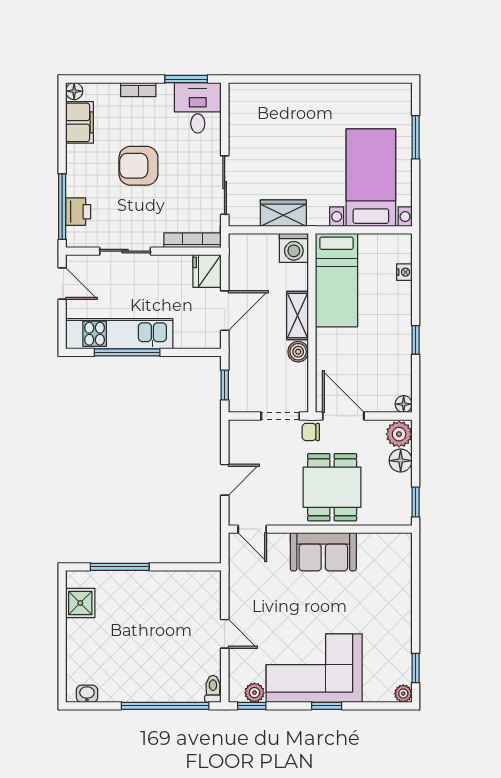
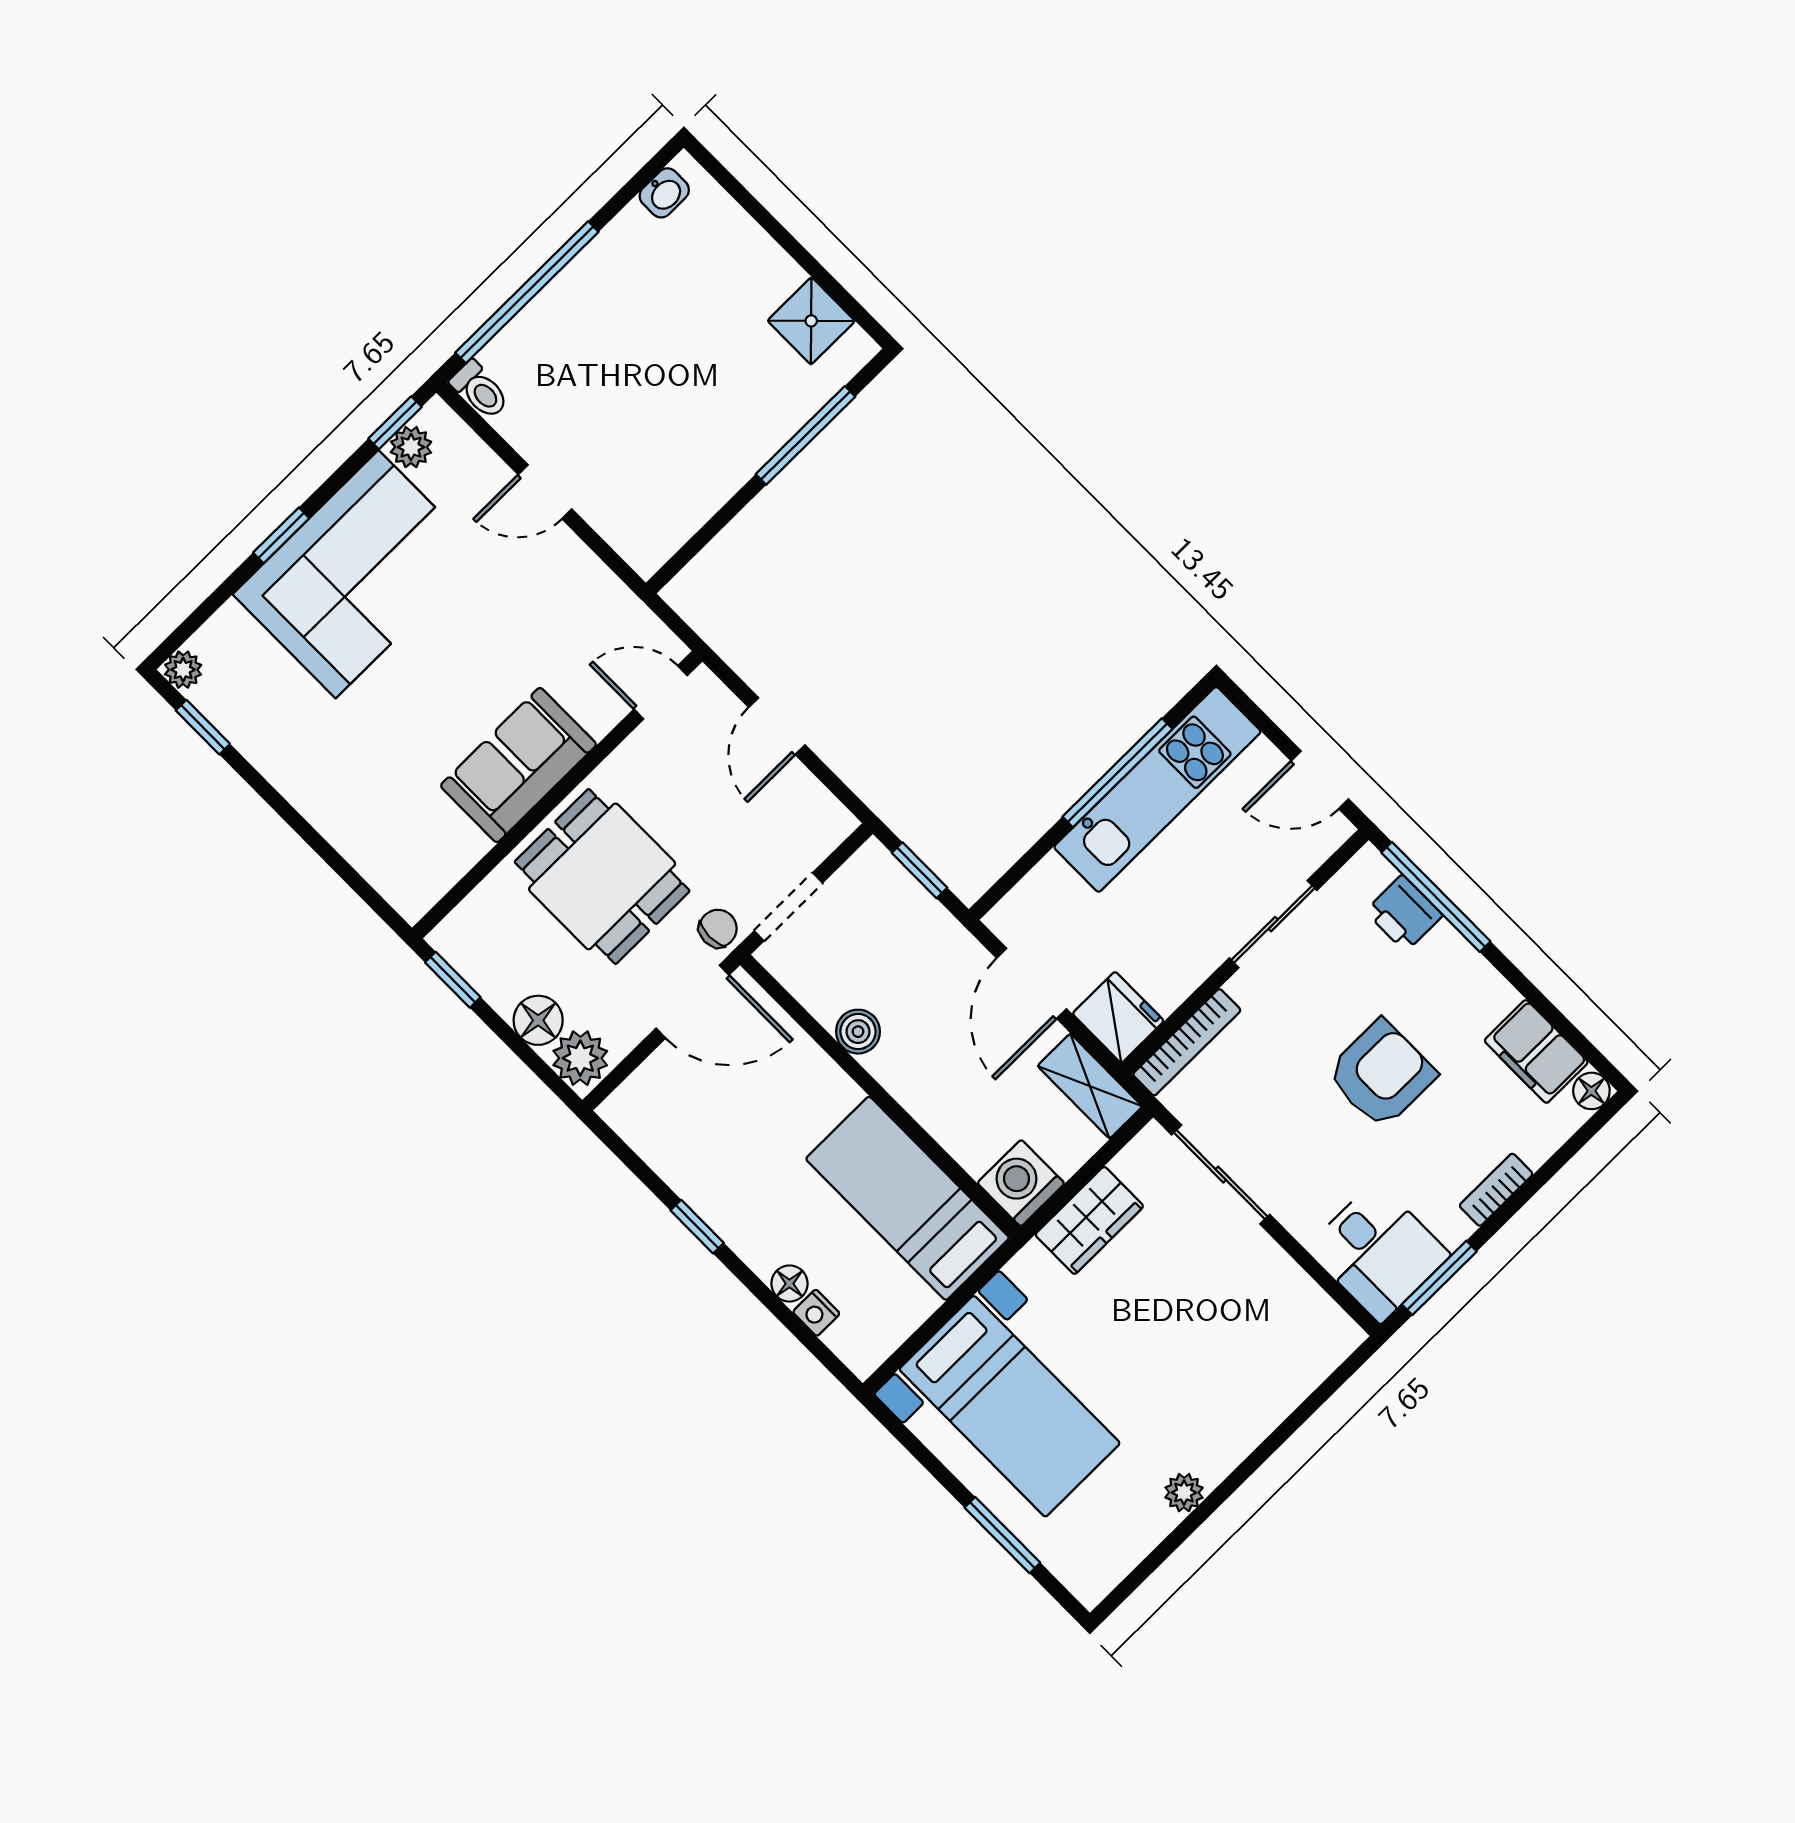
plant: (341, 92) -> (1184, 1493), added
shelving: (298, 316) -> (1090, 1086), moved
floor lamp: (404, 404) -> (789, 1284), moved

